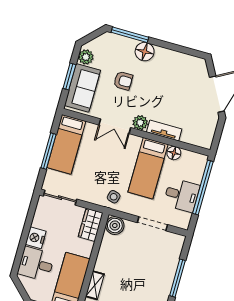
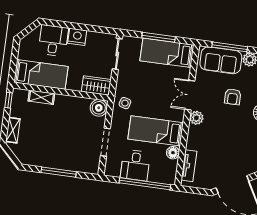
window: (69, 77) -> (230, 47), width x1.44
tv unit: (164, 131) -> (189, 166), moved

